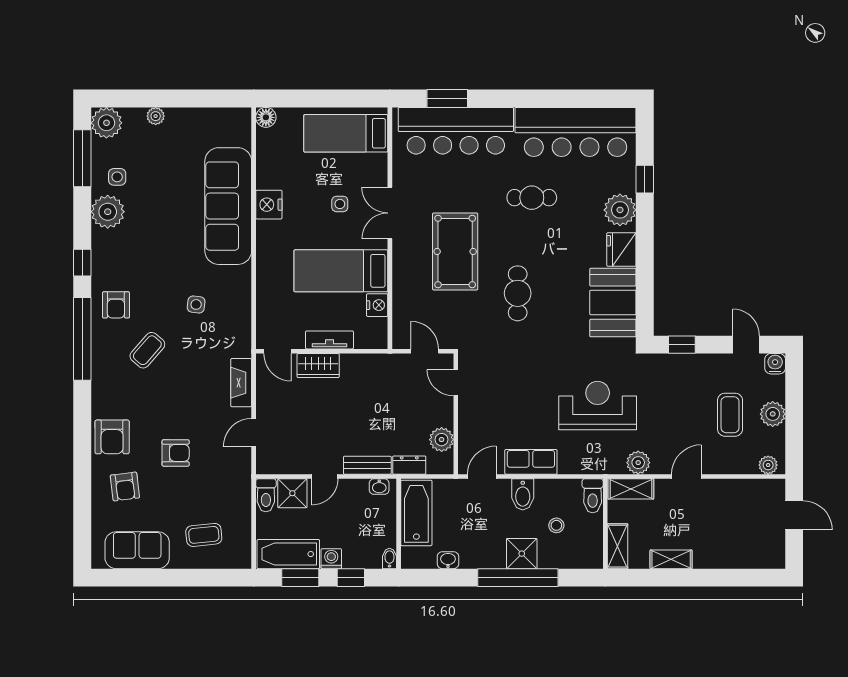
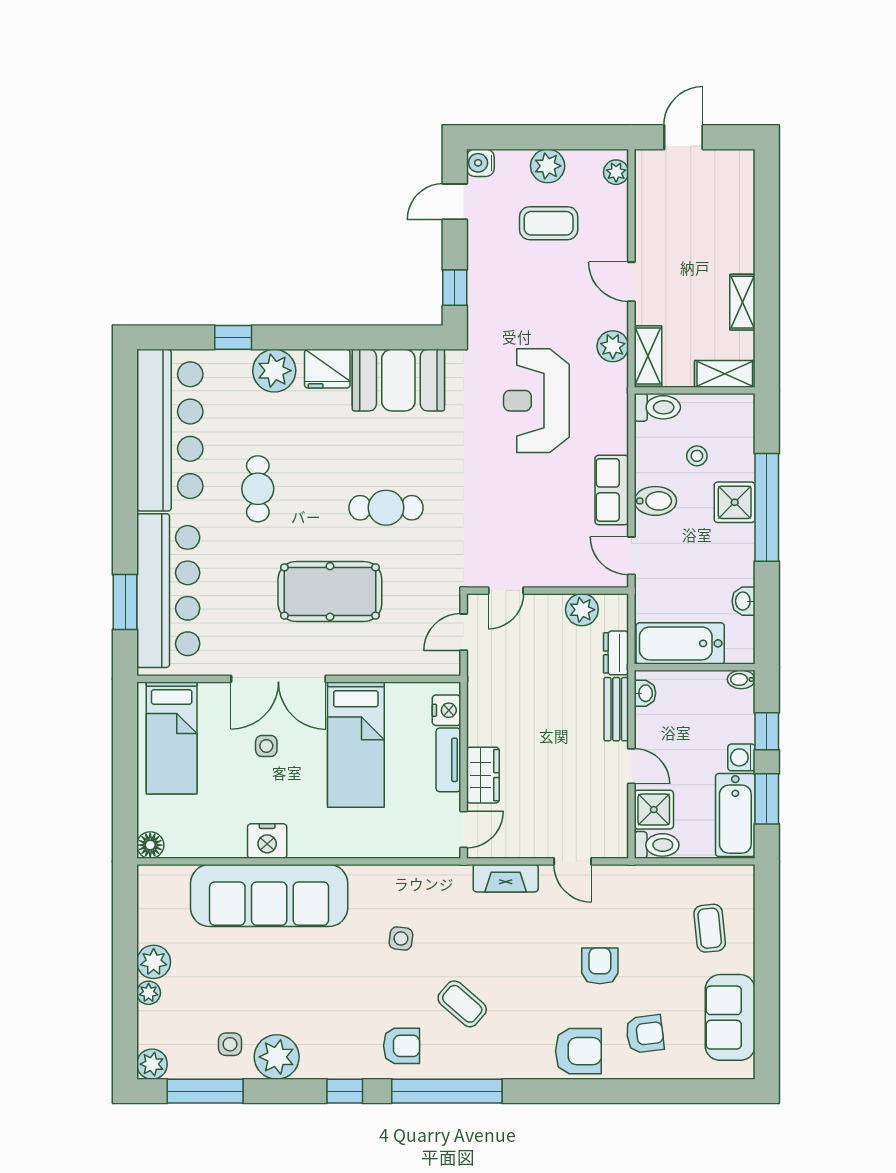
plant: (179, 120) -> (154, 962), added
plant: (106, 123) -> (152, 1064), width x0.73, depth x0.73
double door: (390, 213) -> (278, 679), width x1.37
nightstand: (377, 305) -> (447, 710), moved, turned 90

